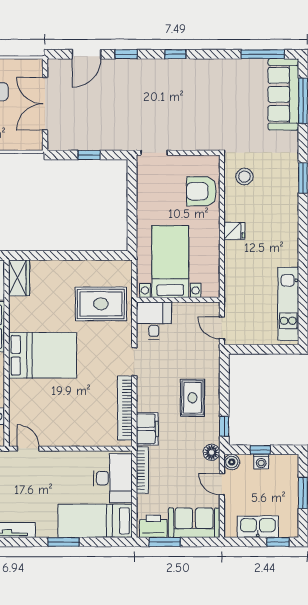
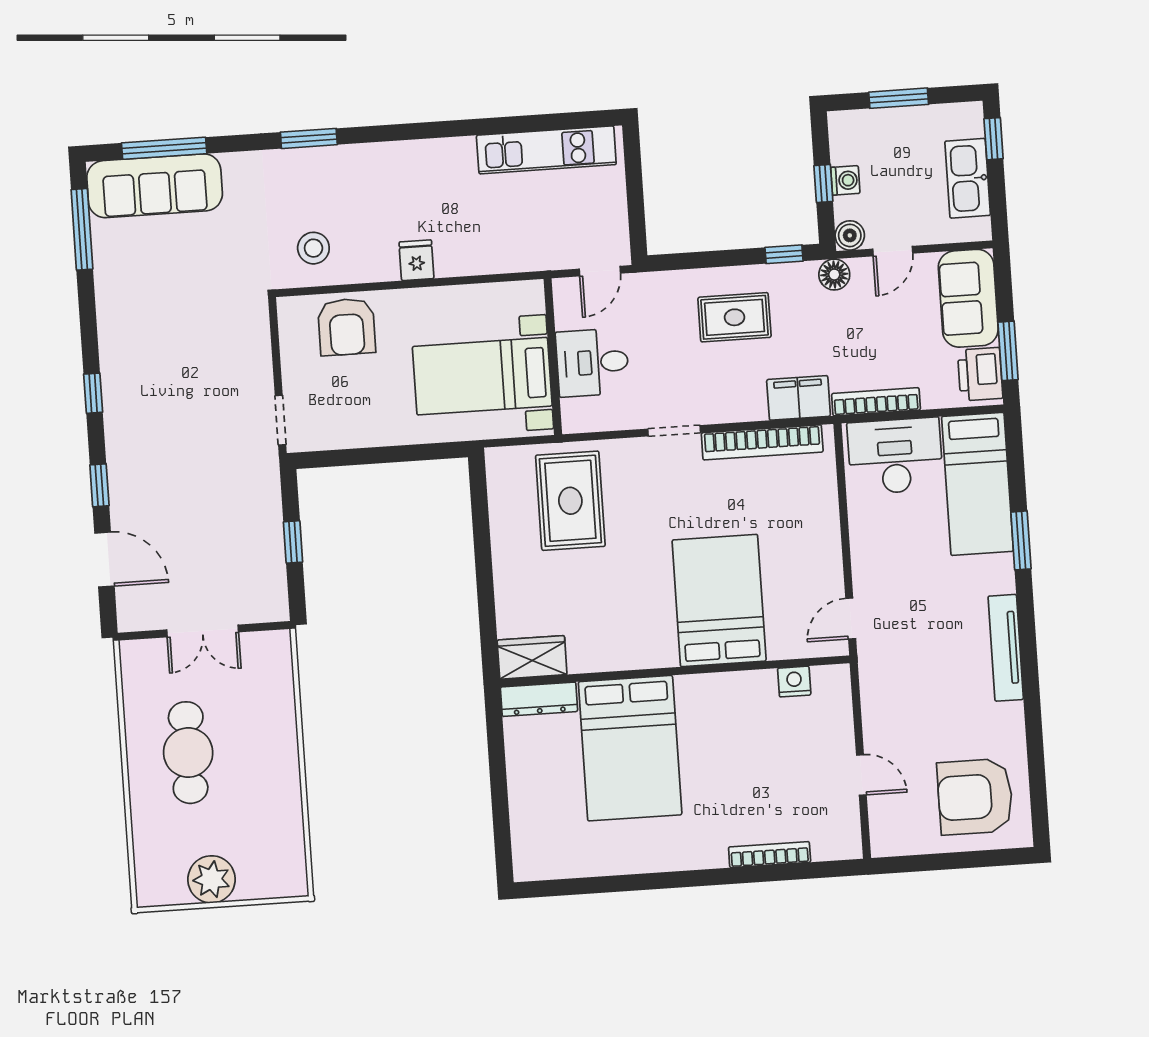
double door: (45, 104) -> (203, 631), width x0.73
desk: (154, 321) -> (593, 362), moved
bed: (42, 355) -> (719, 601), moved

